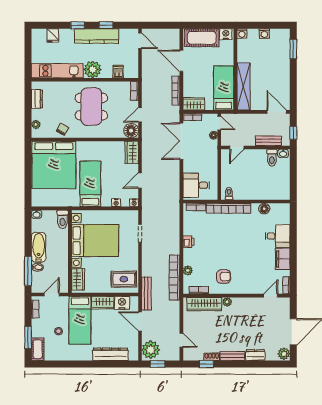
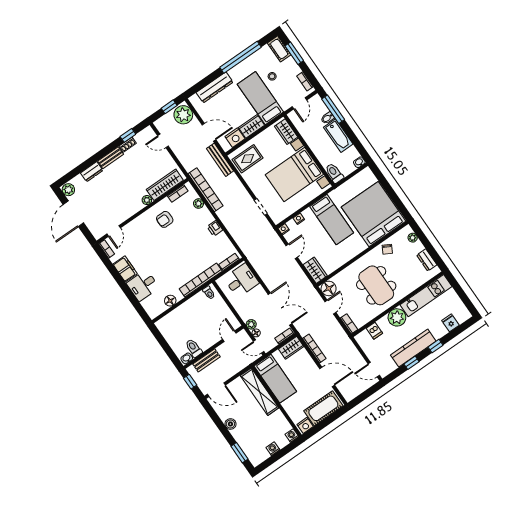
boiler: (285, 77) -> (230, 424), added
plant: (213, 145) -> (251, 324), added
window: (73, 364) -> (240, 57), added

